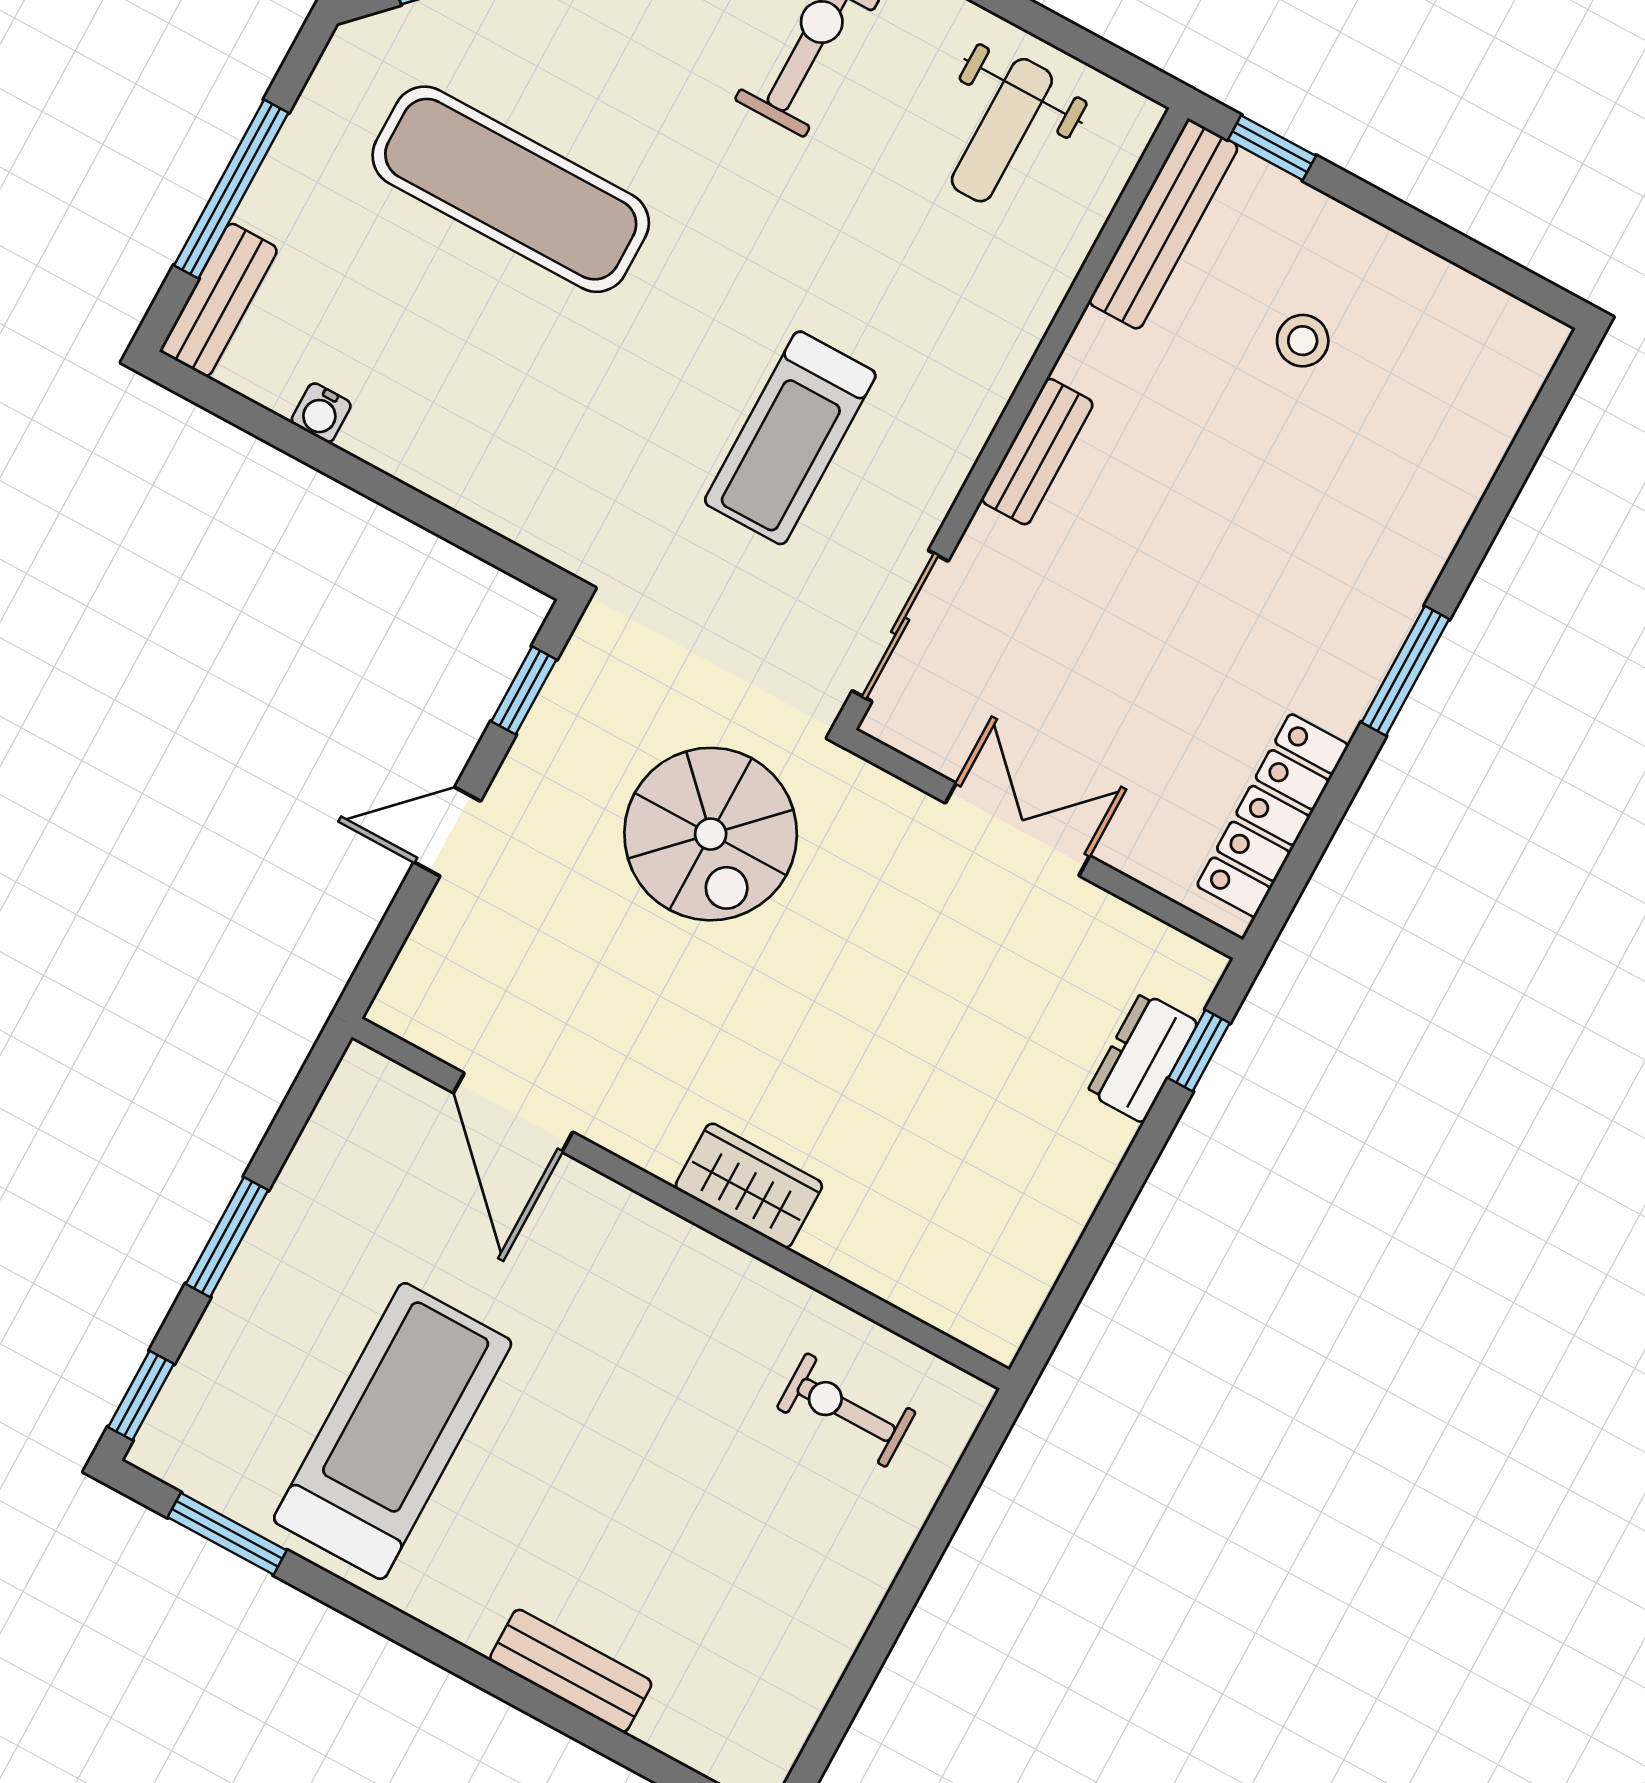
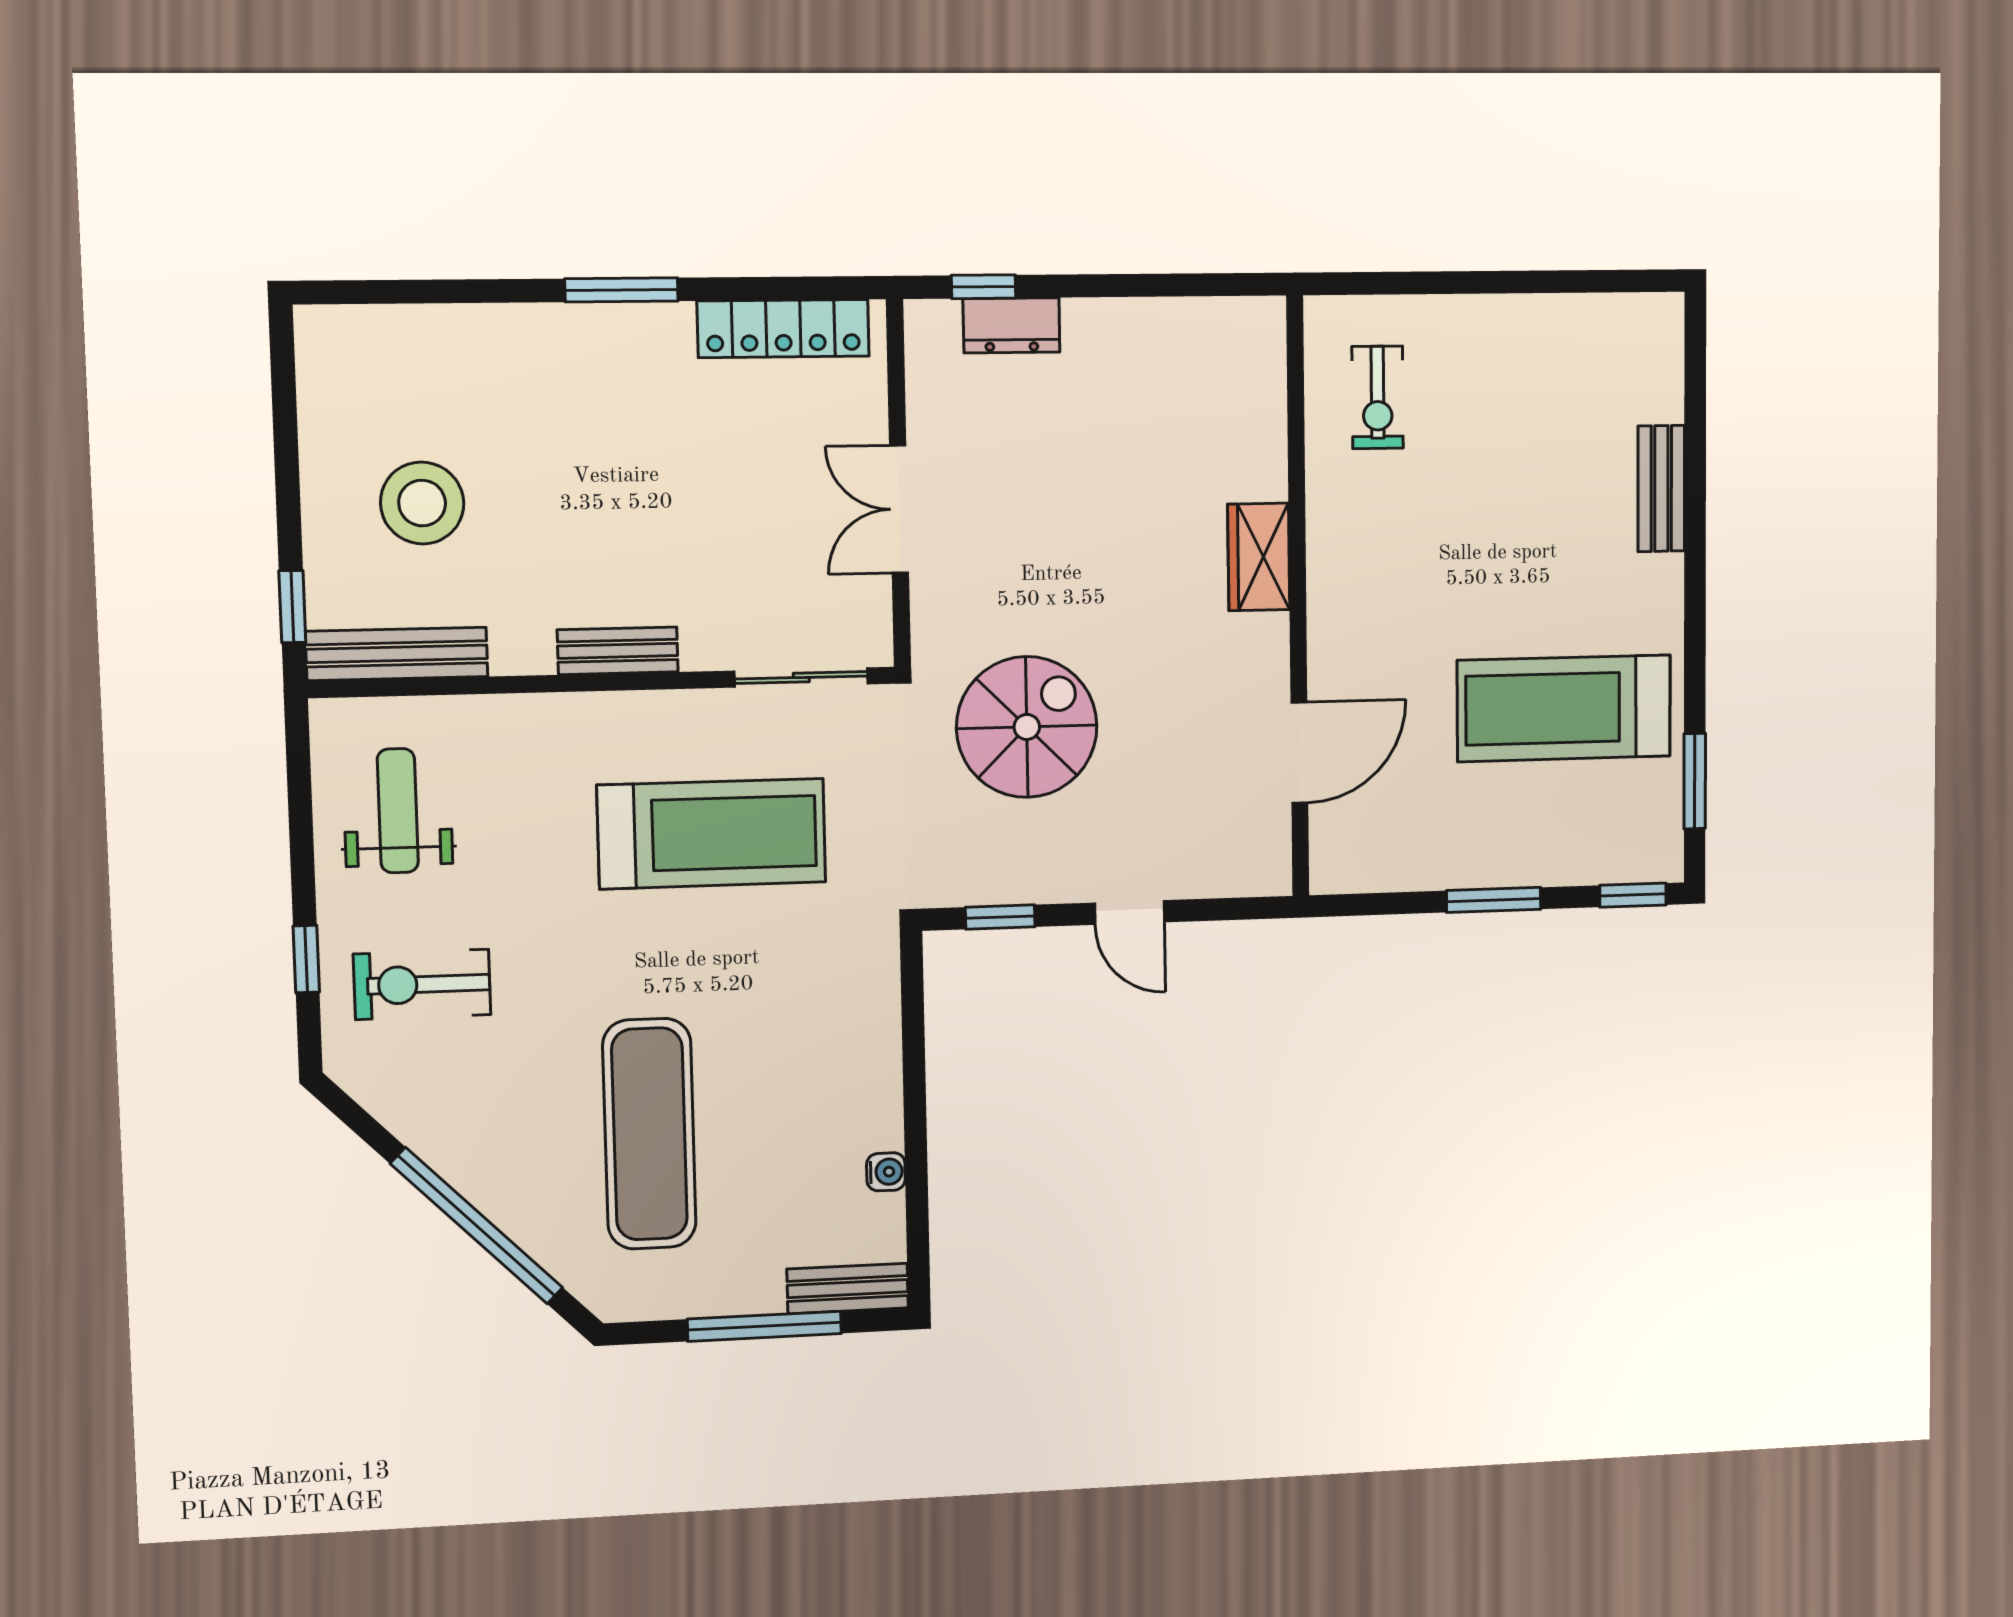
weight bench: (1002, 130) -> (398, 811), turned -90
stool: (1303, 341) -> (422, 503), width x1.89, depth x1.89
treadmill: (790, 438) -> (712, 834), width x1.37, depth x1.38

